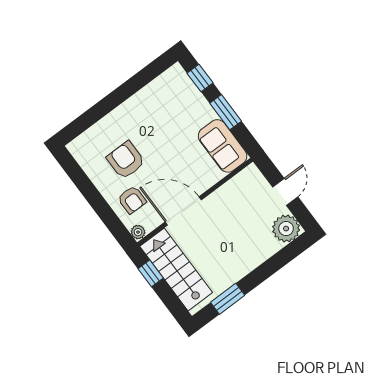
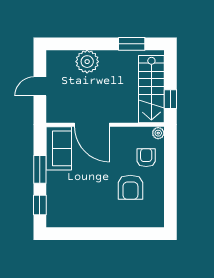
door: (183, 211) -> (92, 125), moved
plant: (286, 229) -> (87, 62), moved

